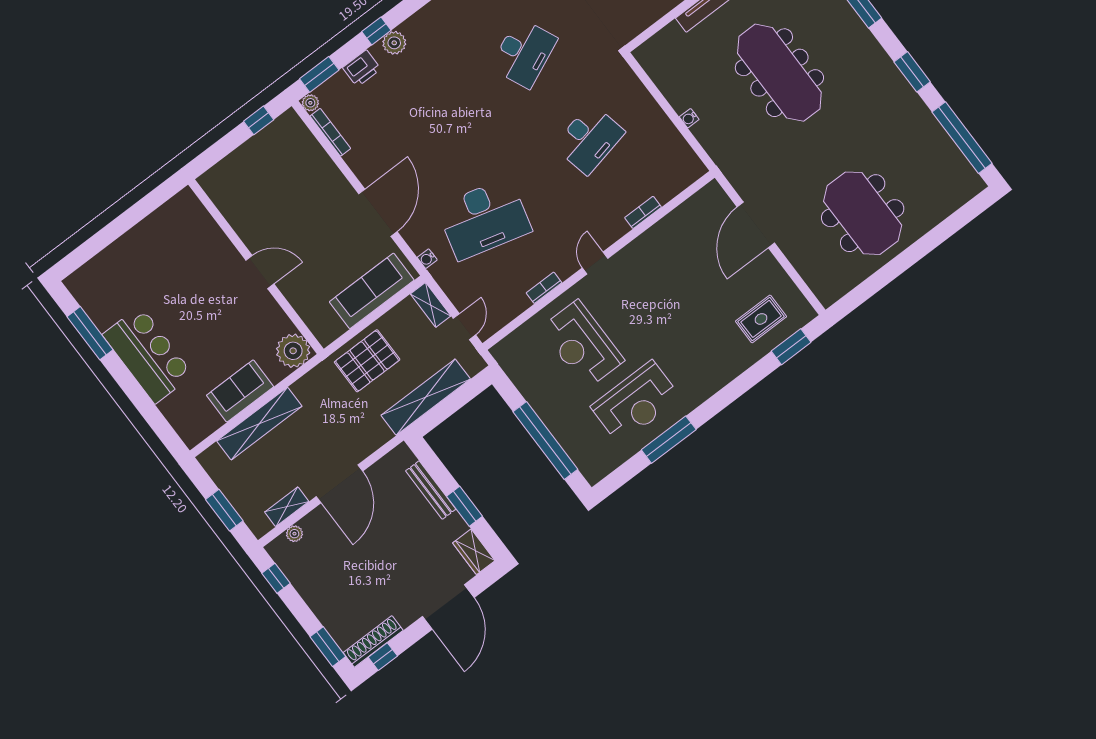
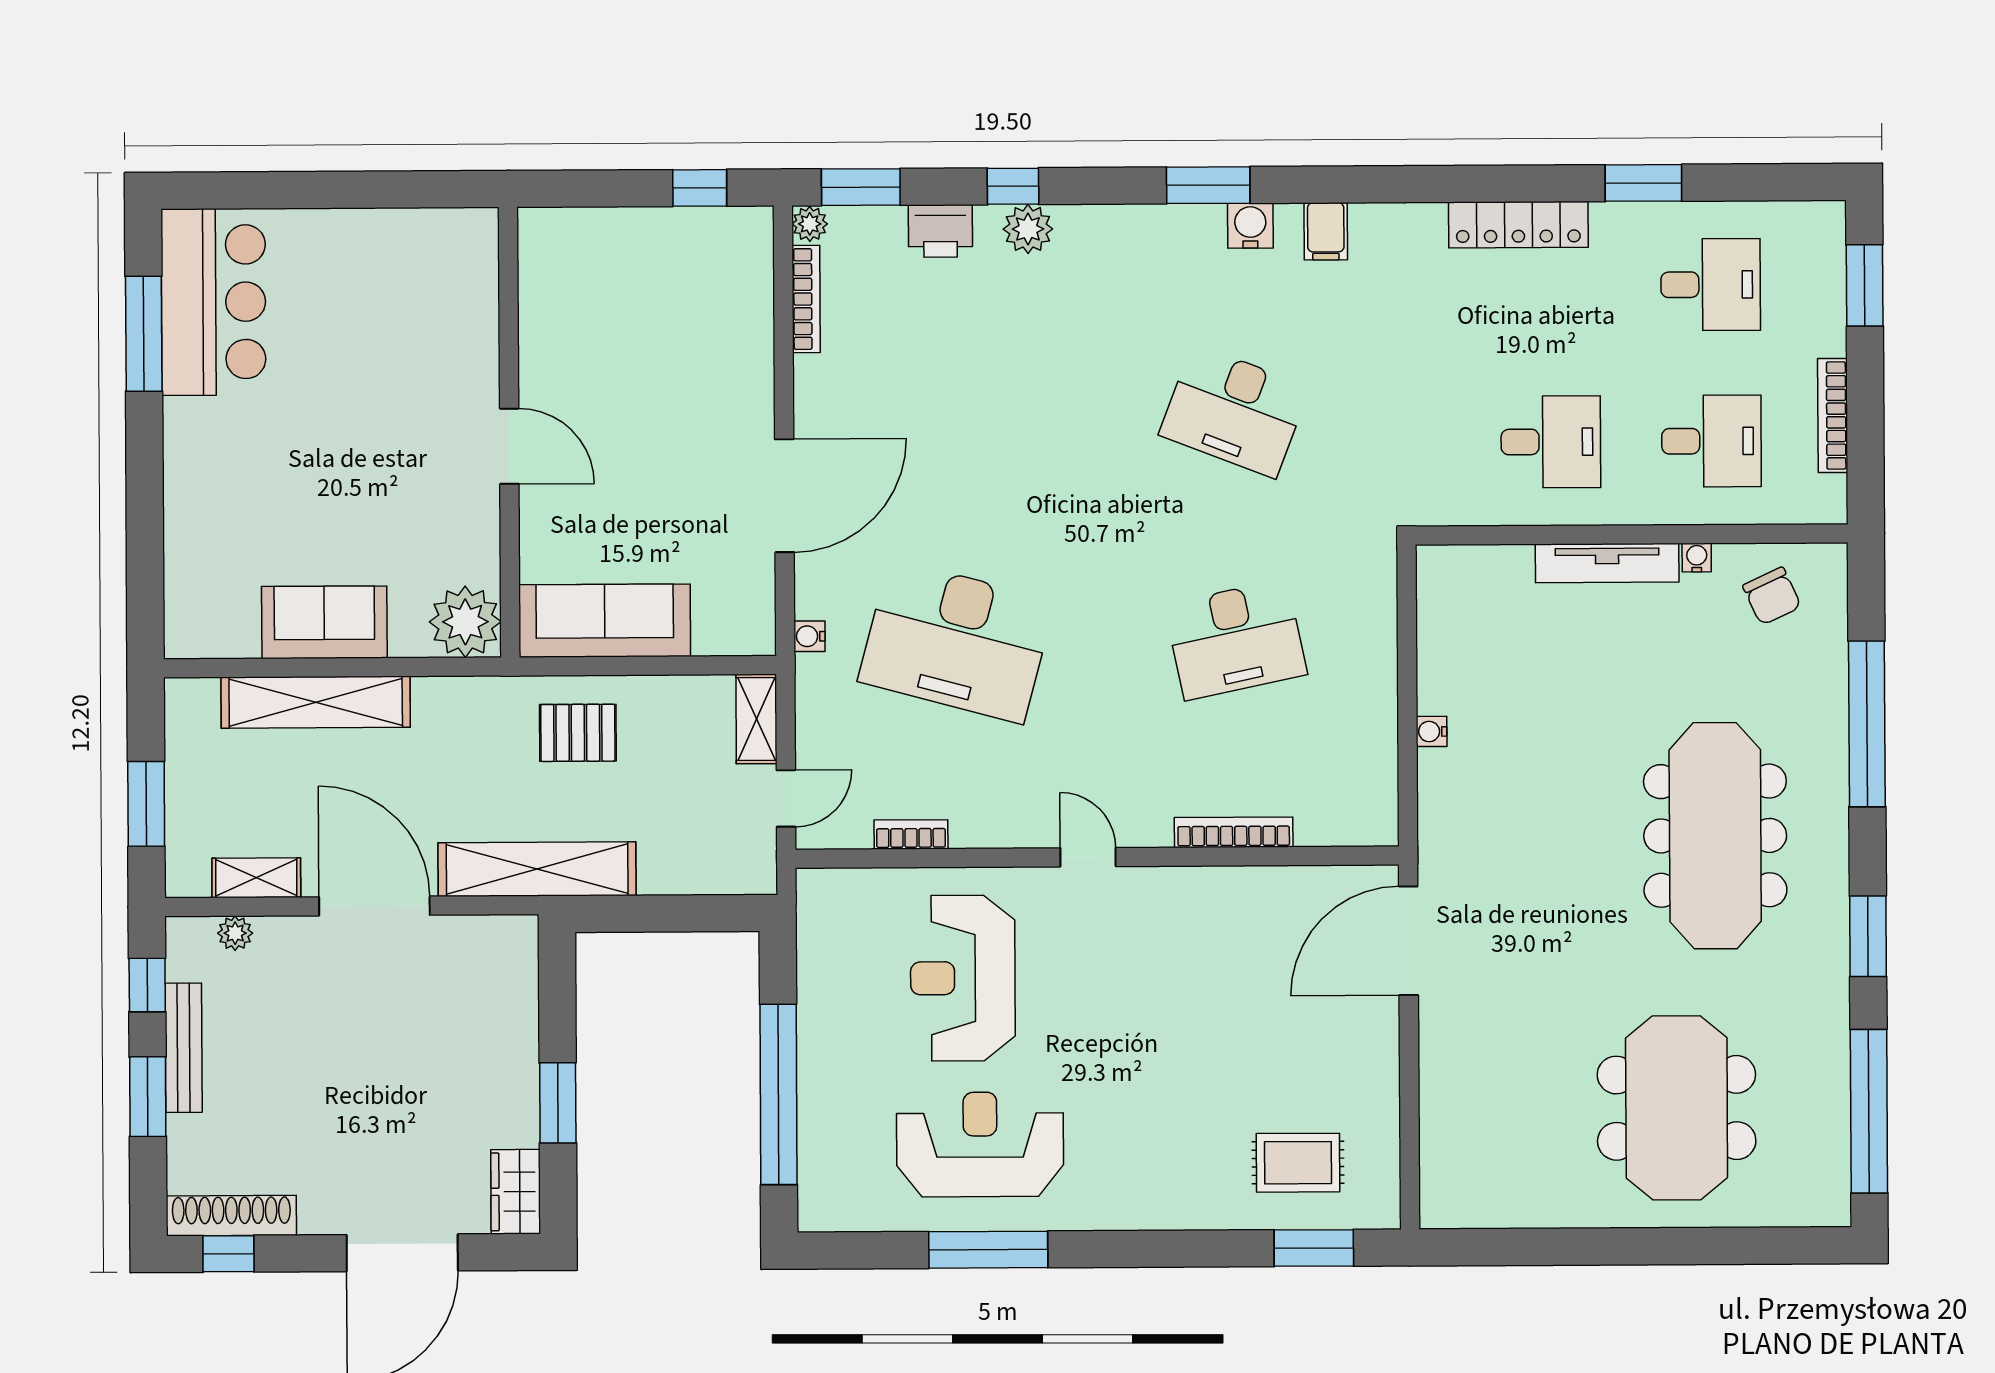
desk: (524, 53) -> (1234, 411), turned 45
meeting table: (779, 73) -> (1715, 836), moved
bookcase: (643, 212) -> (1234, 832), width x1.56
meeting table: (863, 213) -> (1677, 1108), moved
door: (756, 225) -> (1408, 941), moved
door: (595, 263) -> (1088, 857), hinge flipped
bookcase: (544, 288) -> (911, 834), moved
sofa: (372, 291) -> (605, 621), moved
bar counter: (148, 355) -> (213, 302), moved
pallet: (367, 361) -> (578, 733), width x0.67, depth x0.71
shelving: (426, 397) -> (537, 869), moved
reception desk: (636, 402) -> (980, 1144), turned 180
door: (339, 484) -> (374, 906), swing flipped
bench: (431, 490) -> (184, 1048), moved
window: (328, 647) -> (148, 1097), moved

